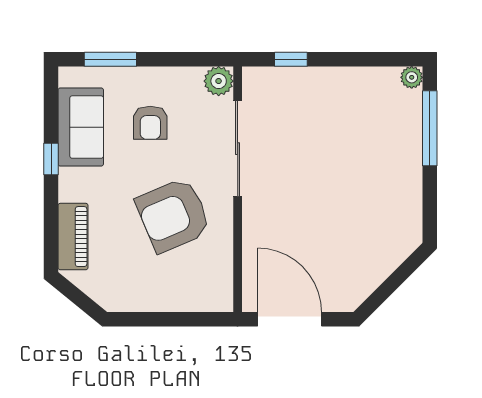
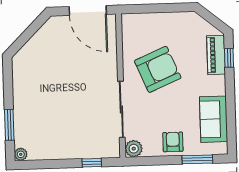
armchair: (150, 123) -> (173, 142), moved
window: (430, 128) -> (9, 125), width x0.69
window: (51, 159) -> (229, 58), moved

